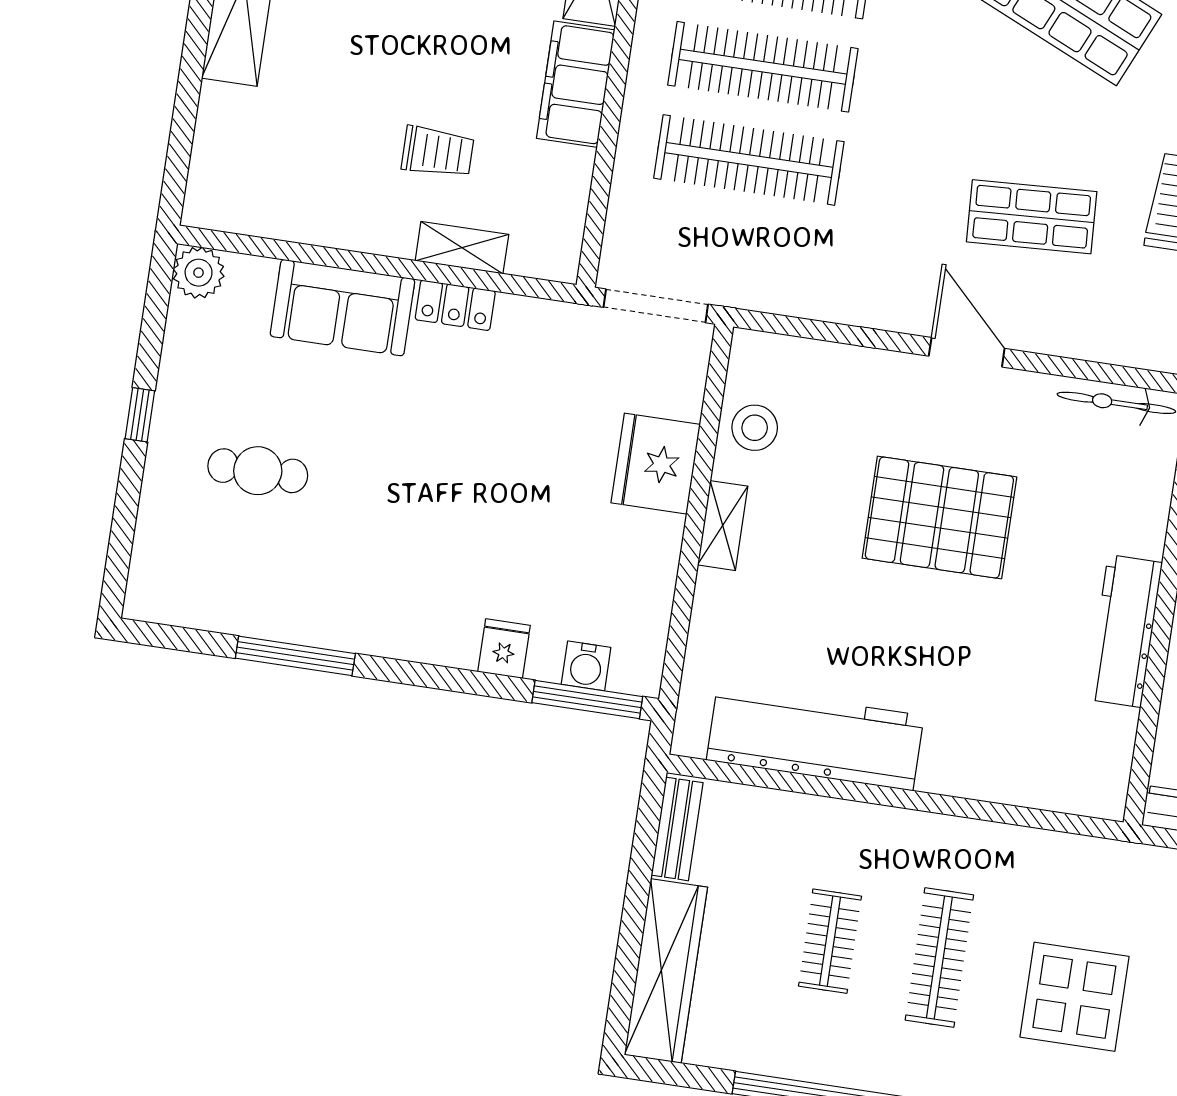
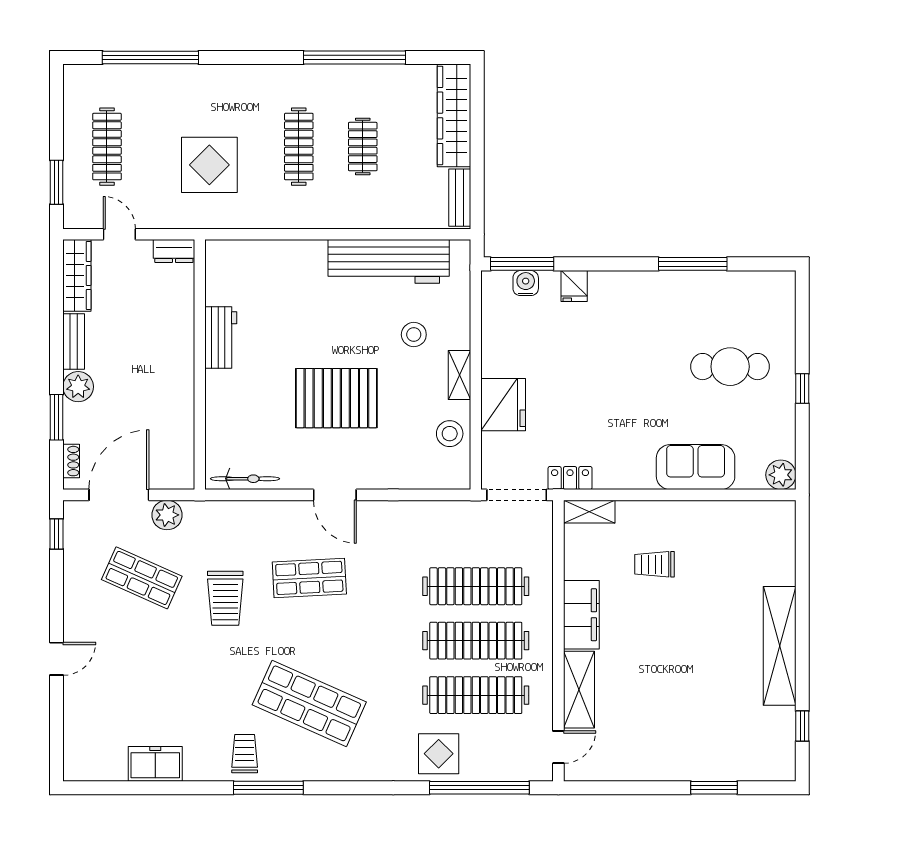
shelving: (462, 248) -> (589, 512), moved
locker: (455, 305) -> (570, 478), moved
cafe table: (258, 471) -> (730, 367), width x1.37, depth x1.35
stool: (791, 606) -> (414, 335), added
workbench: (1125, 631) -> (221, 337), width x0.73
display table: (1074, 997) -> (209, 165), moved

